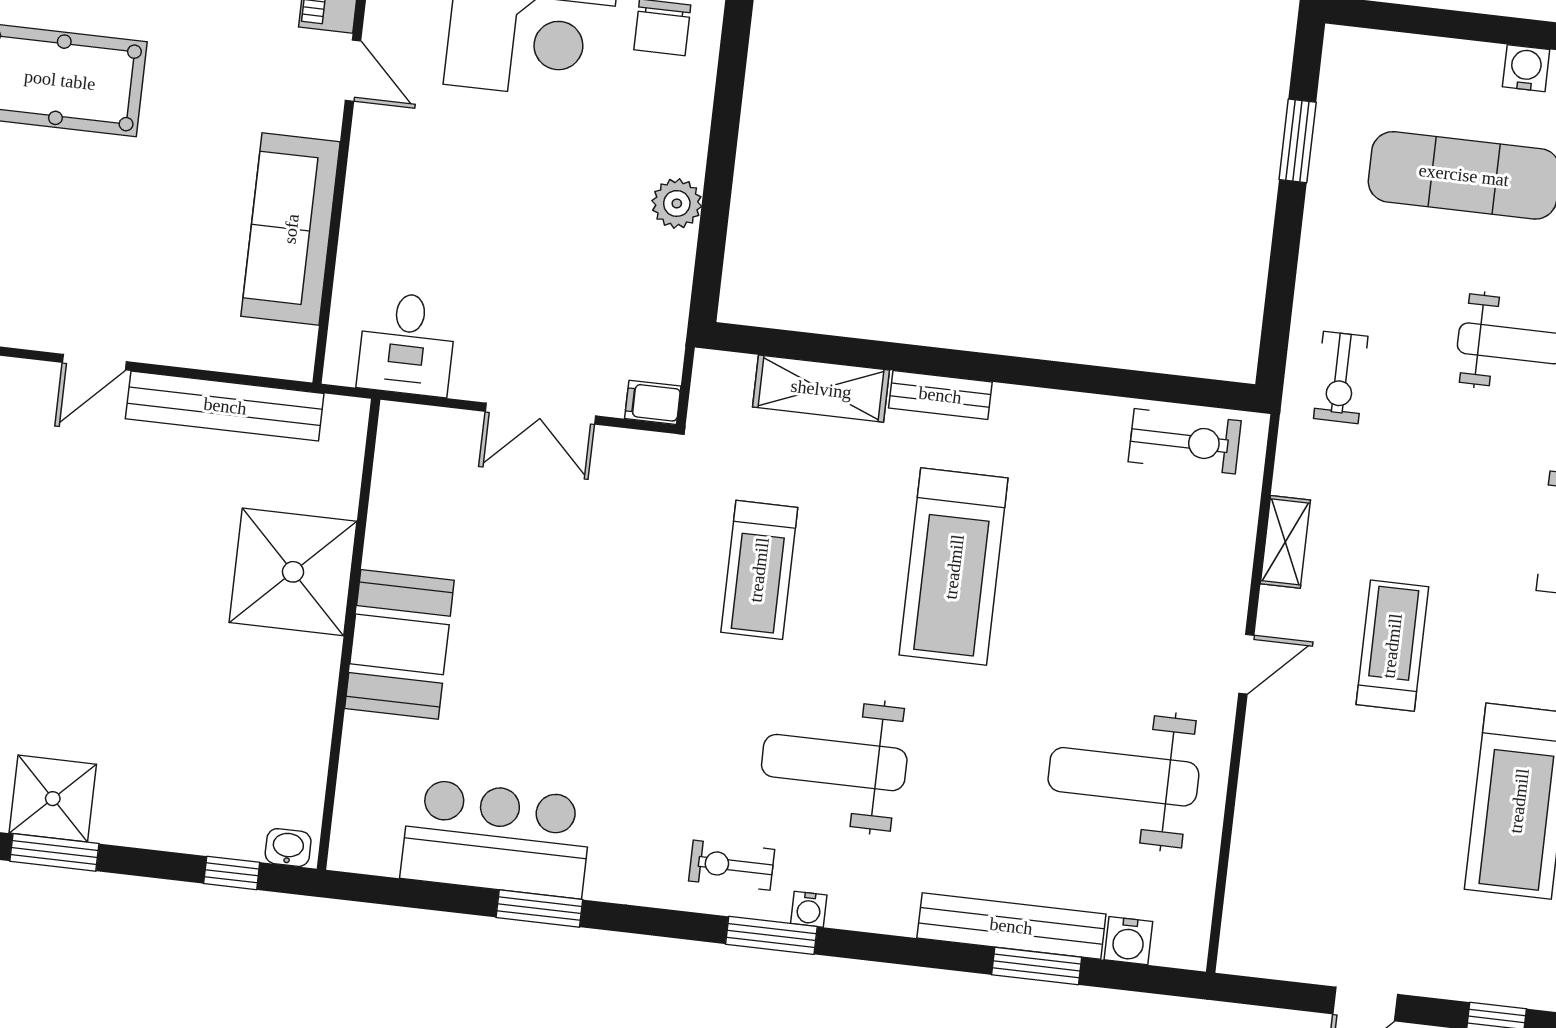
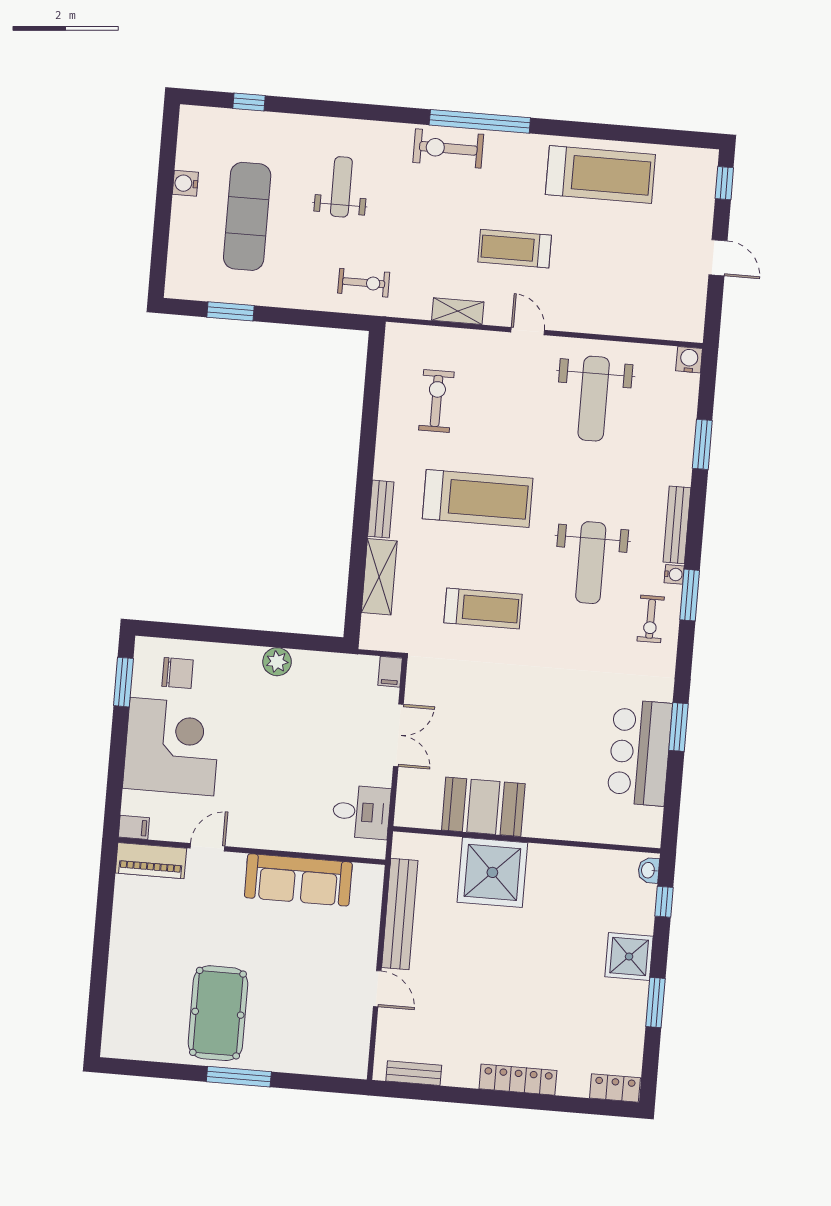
exercise bike: (1185, 441) -> (436, 401), moved
booth: (399, 644) -> (483, 807), moved
shower: (53, 799) -> (629, 957), moved
bench: (1011, 926) -> (677, 525), moved, width x0.73, depth x0.82
water cooler: (1128, 941) -> (689, 360), moved, turned -90

